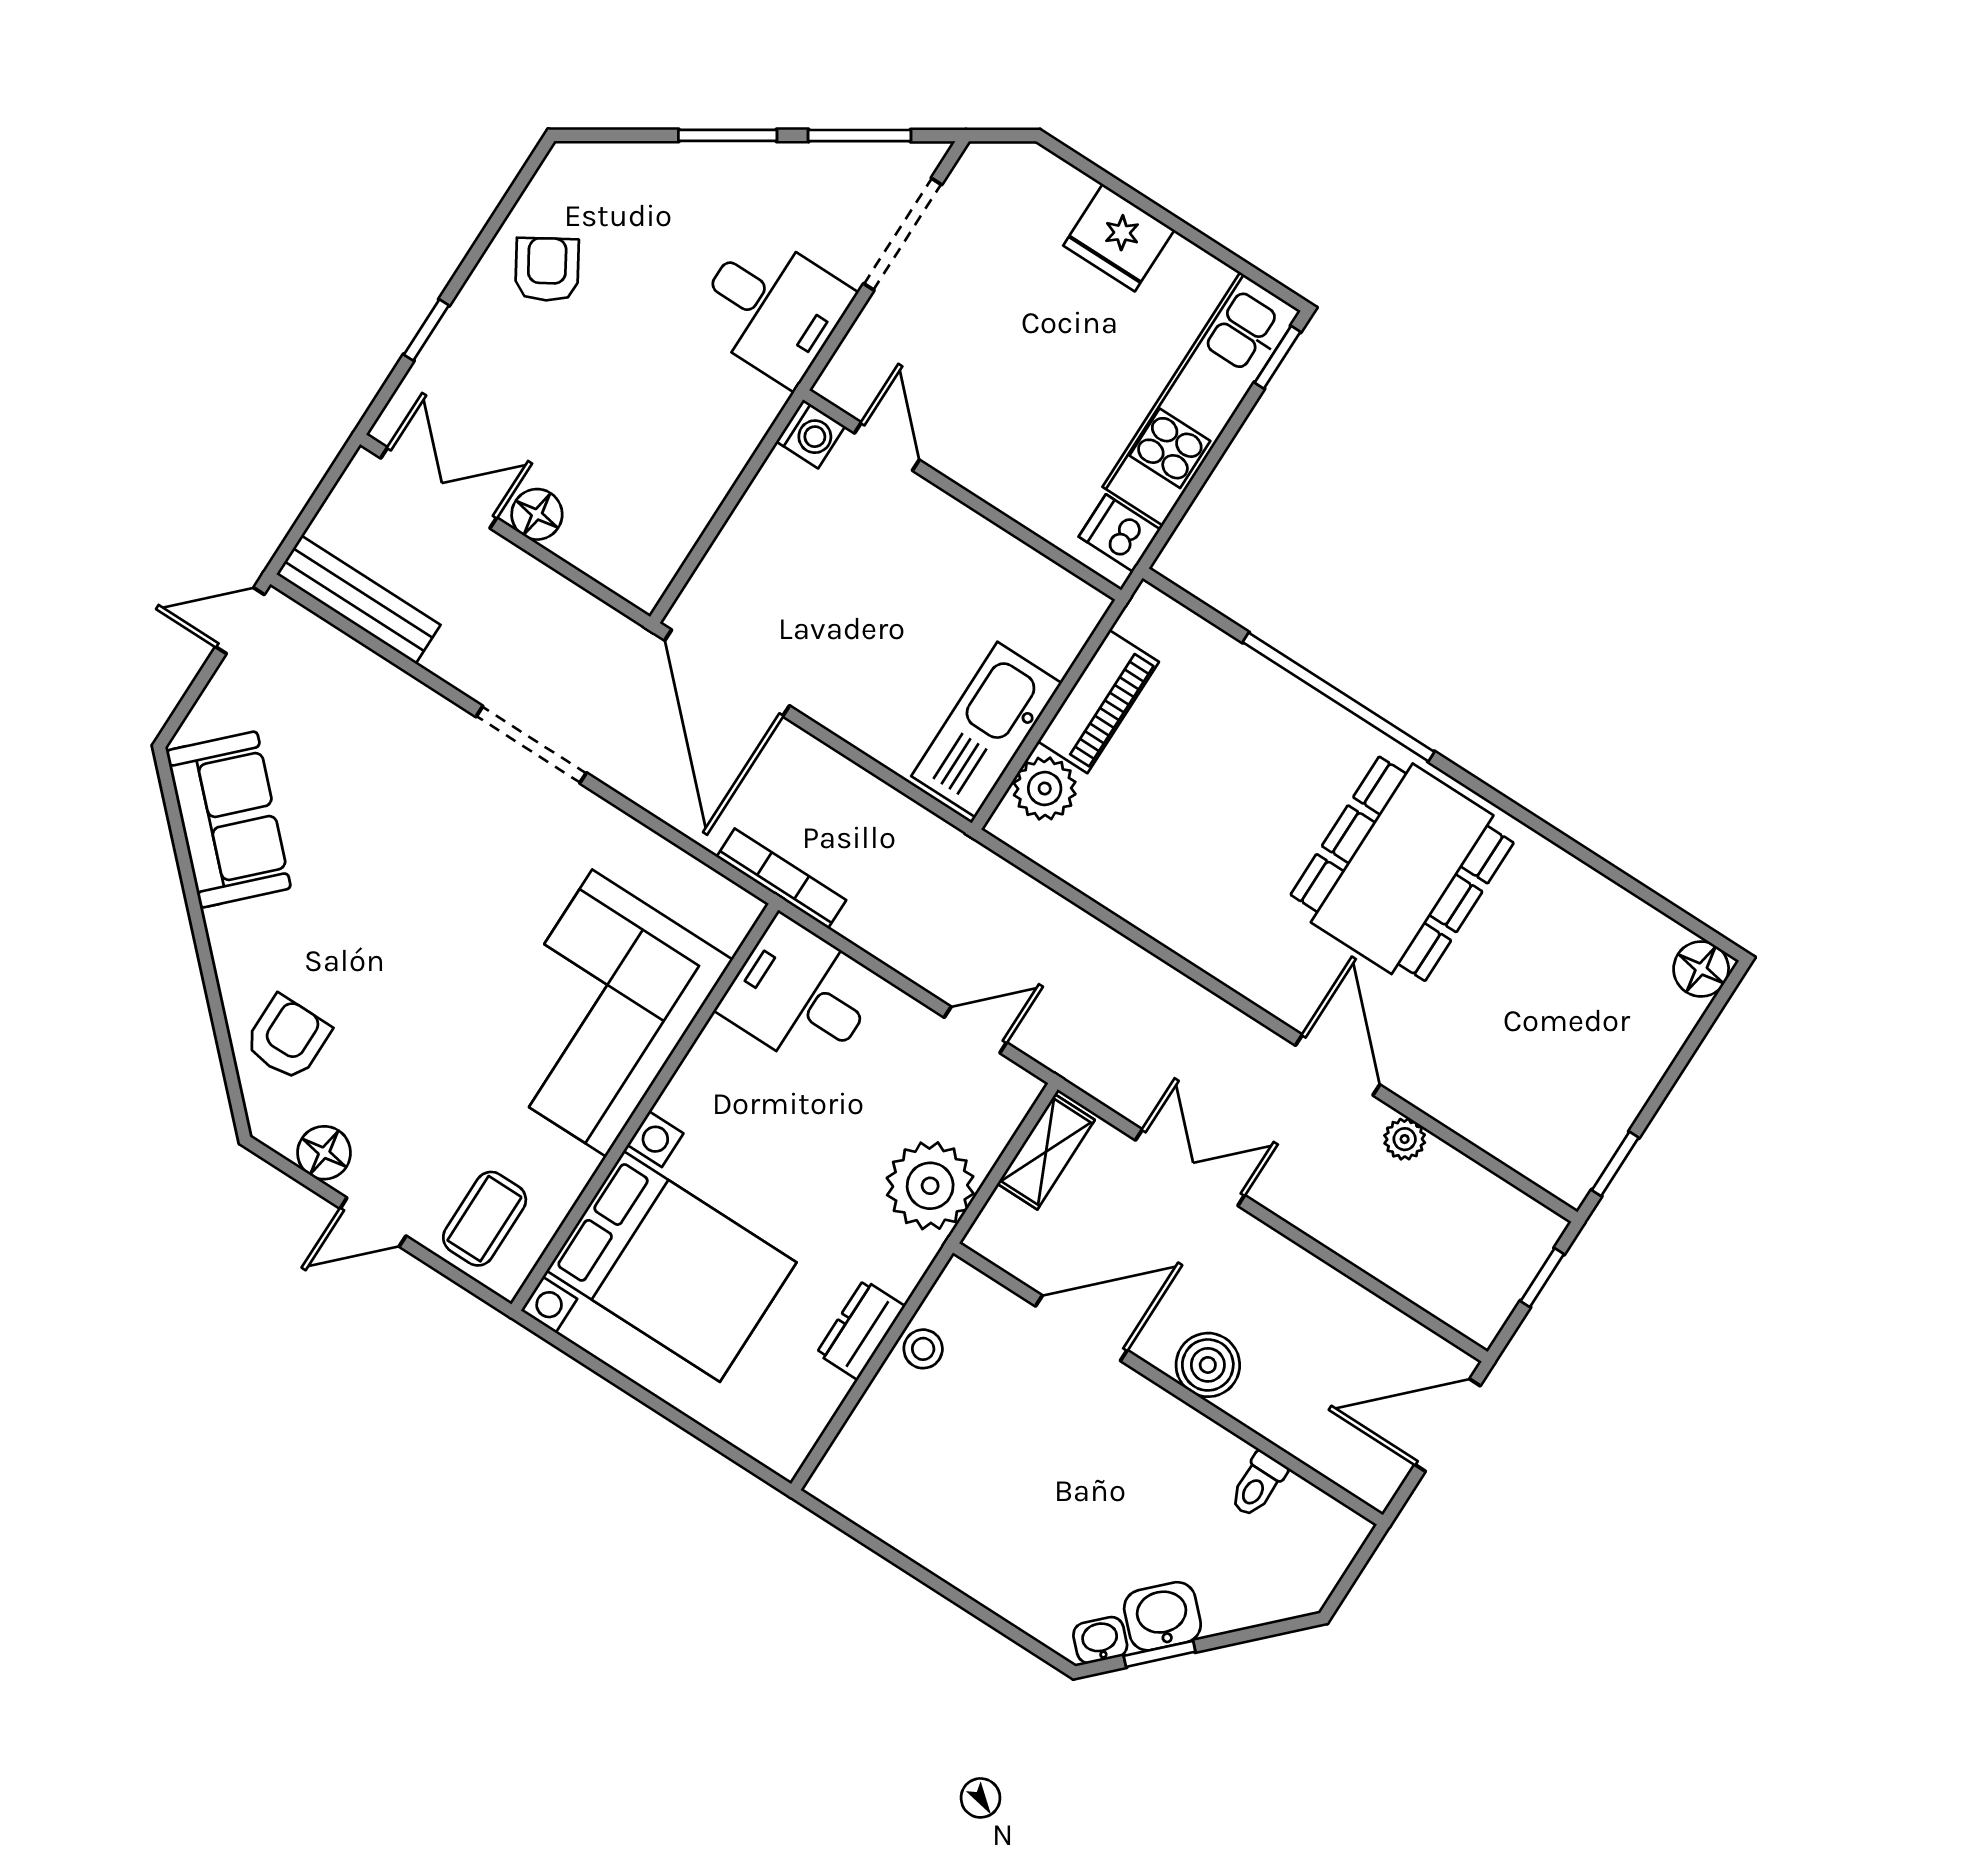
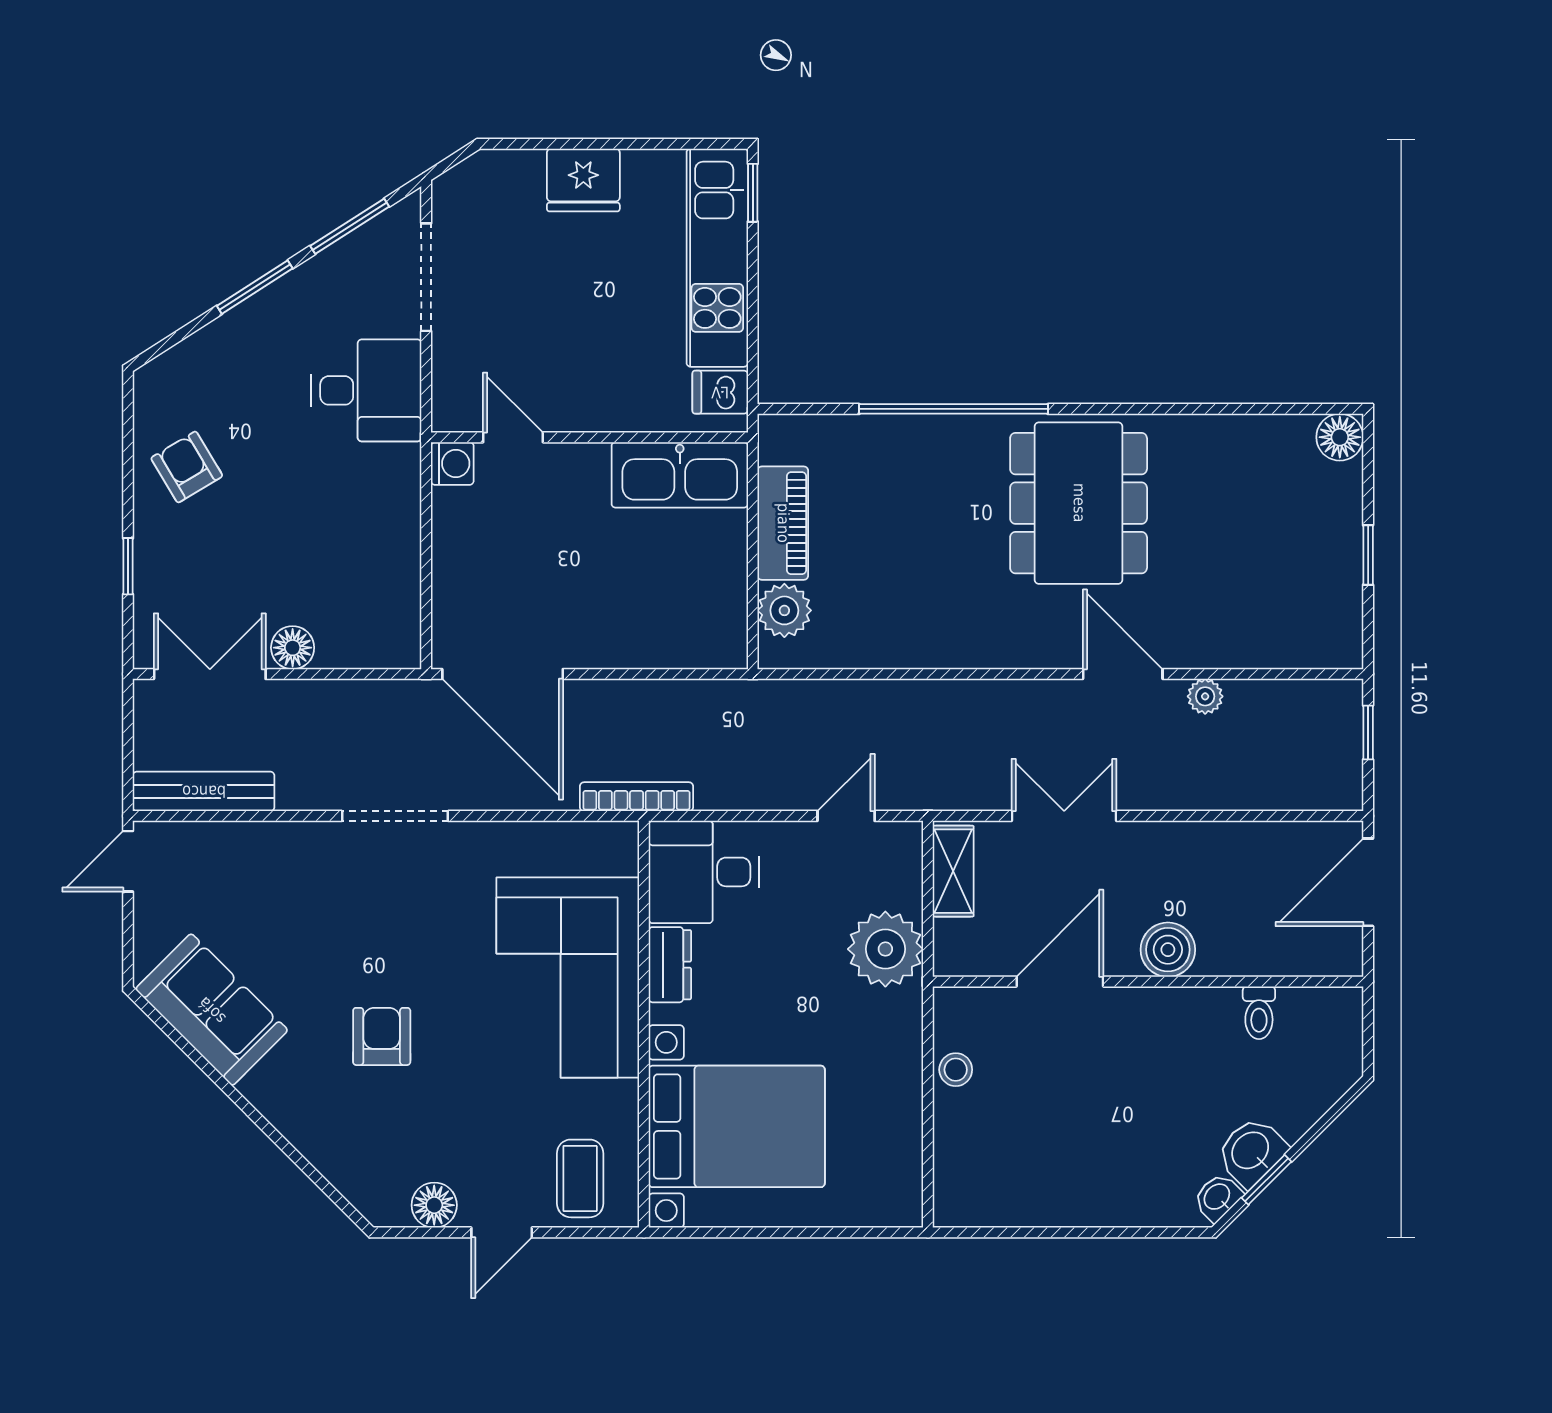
kitchen sink: (986, 730) -> (680, 475), moved, turned -90
armchair: (287, 1038) -> (382, 1036), moved
window: (1615, 1164) -> (1368, 555), moved
dresser: (861, 1330) -> (670, 965), moved, turned 180

